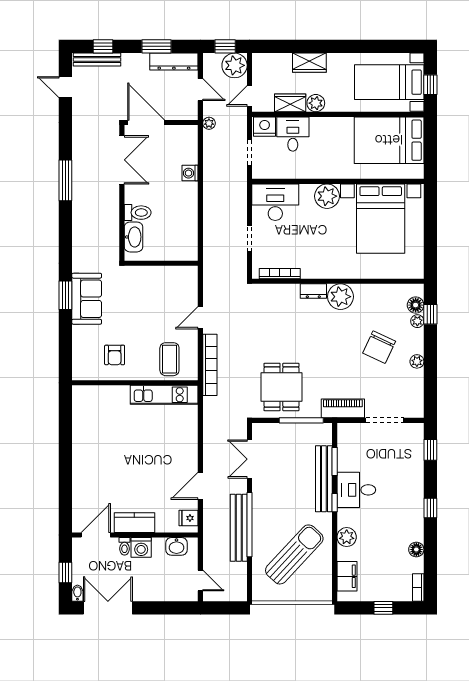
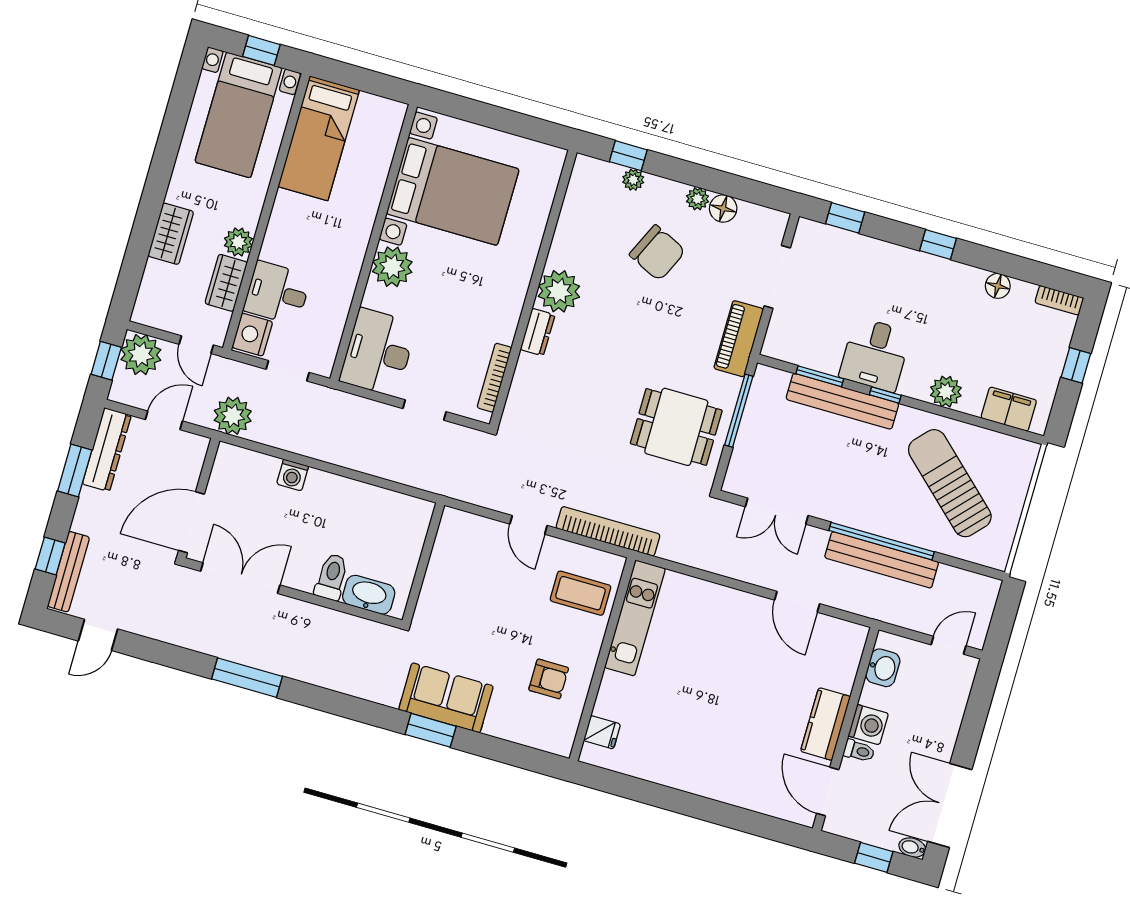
plant: (209, 123) -> (233, 416), width x1.87, depth x1.87
bed: (389, 140) -> (319, 138), width x0.67
floor lamp: (416, 305) -> (723, 208), moved
fridge: (188, 518) -> (602, 732), moved, turned -90

